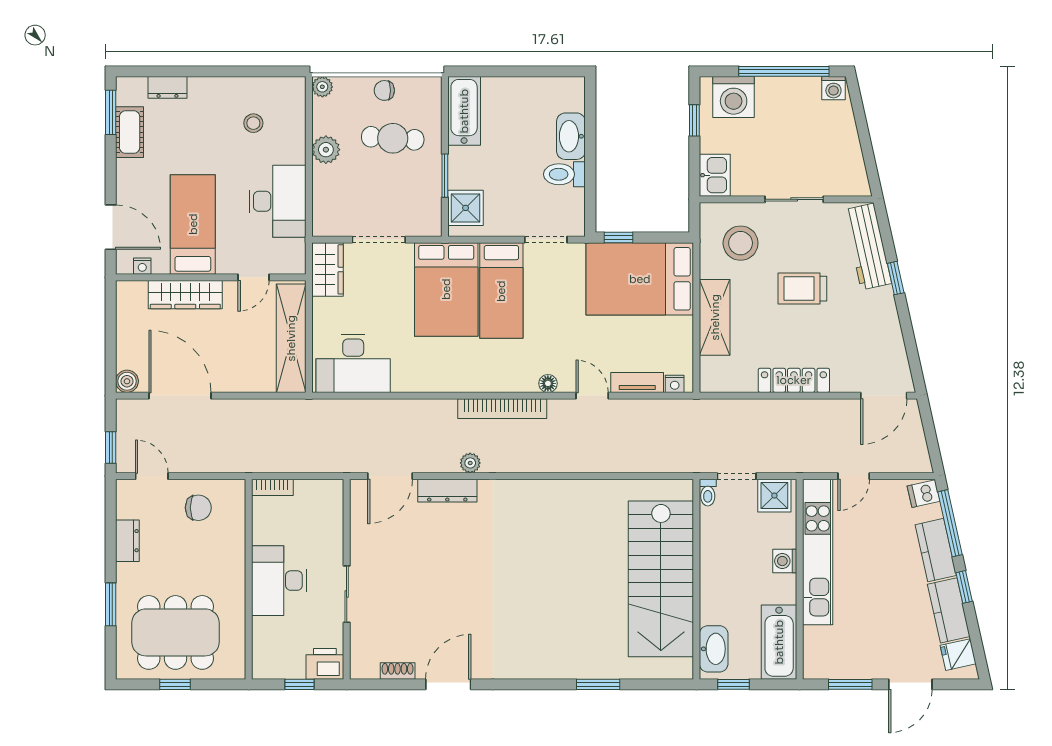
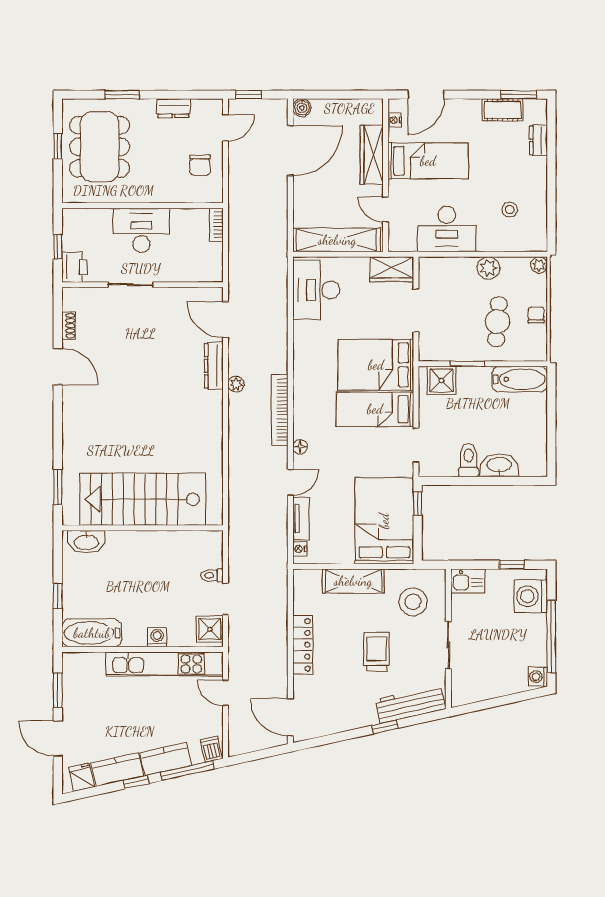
stairs: (661, 579) -> (143, 499), moved
wall: (696, 579) -> (142, 528), moved
washbasin: (714, 649) -> (86, 542), moved

